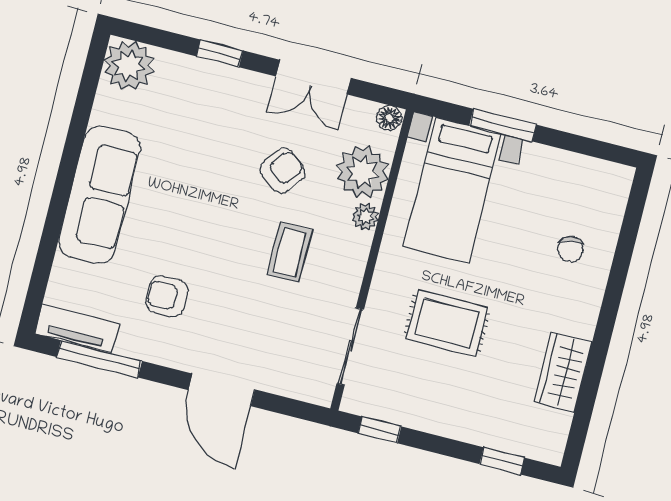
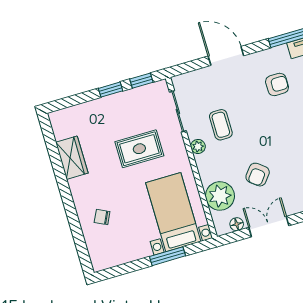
floor lamp: (389, 118) -> (237, 224), moved
plant: (365, 217) -> (198, 146), moved
chair: (570, 249) -> (102, 217), turned -54
coffee table: (290, 252) -> (221, 125), moved
window: (502, 461) -> (111, 90), moved

